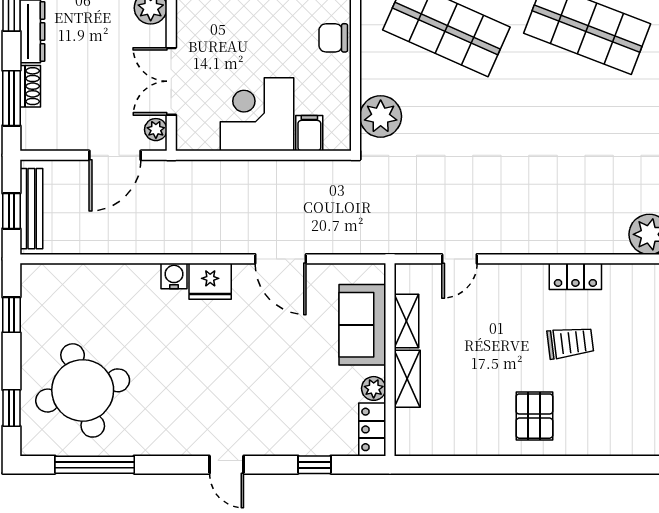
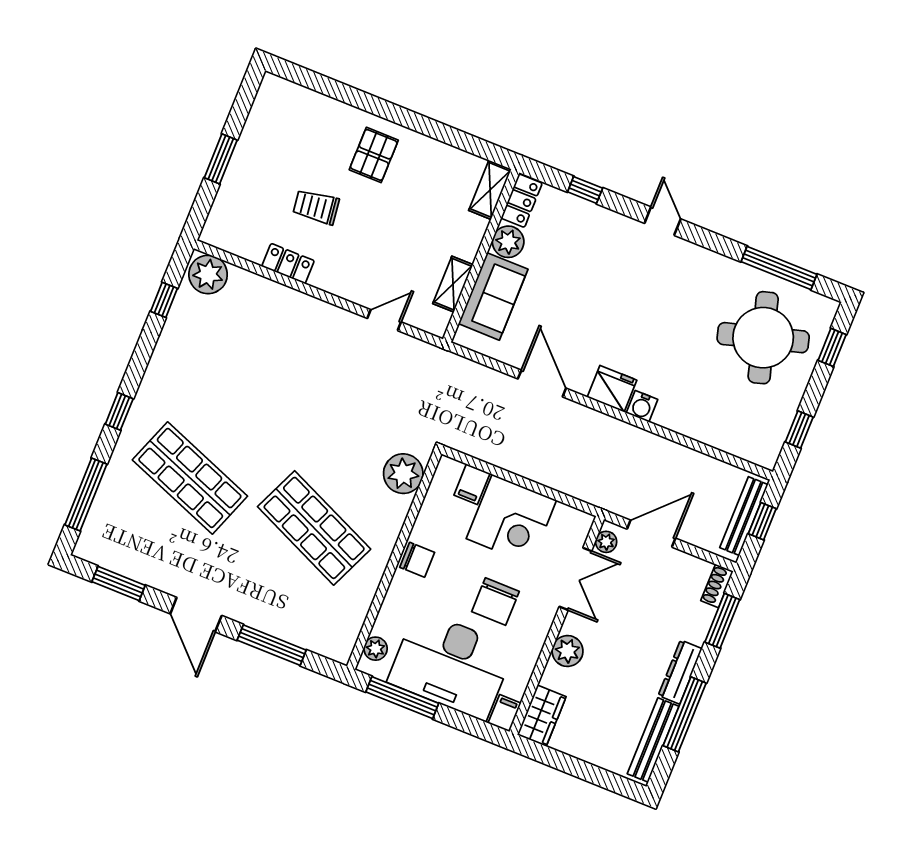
chair: (240, 28) -> (495, 602), added
shoe rack: (30, 86) -> (717, 586), moved
shelving: (407, 379) -> (490, 190), moved
plant: (374, 388) -> (508, 242), width x1.38, depth x1.38

